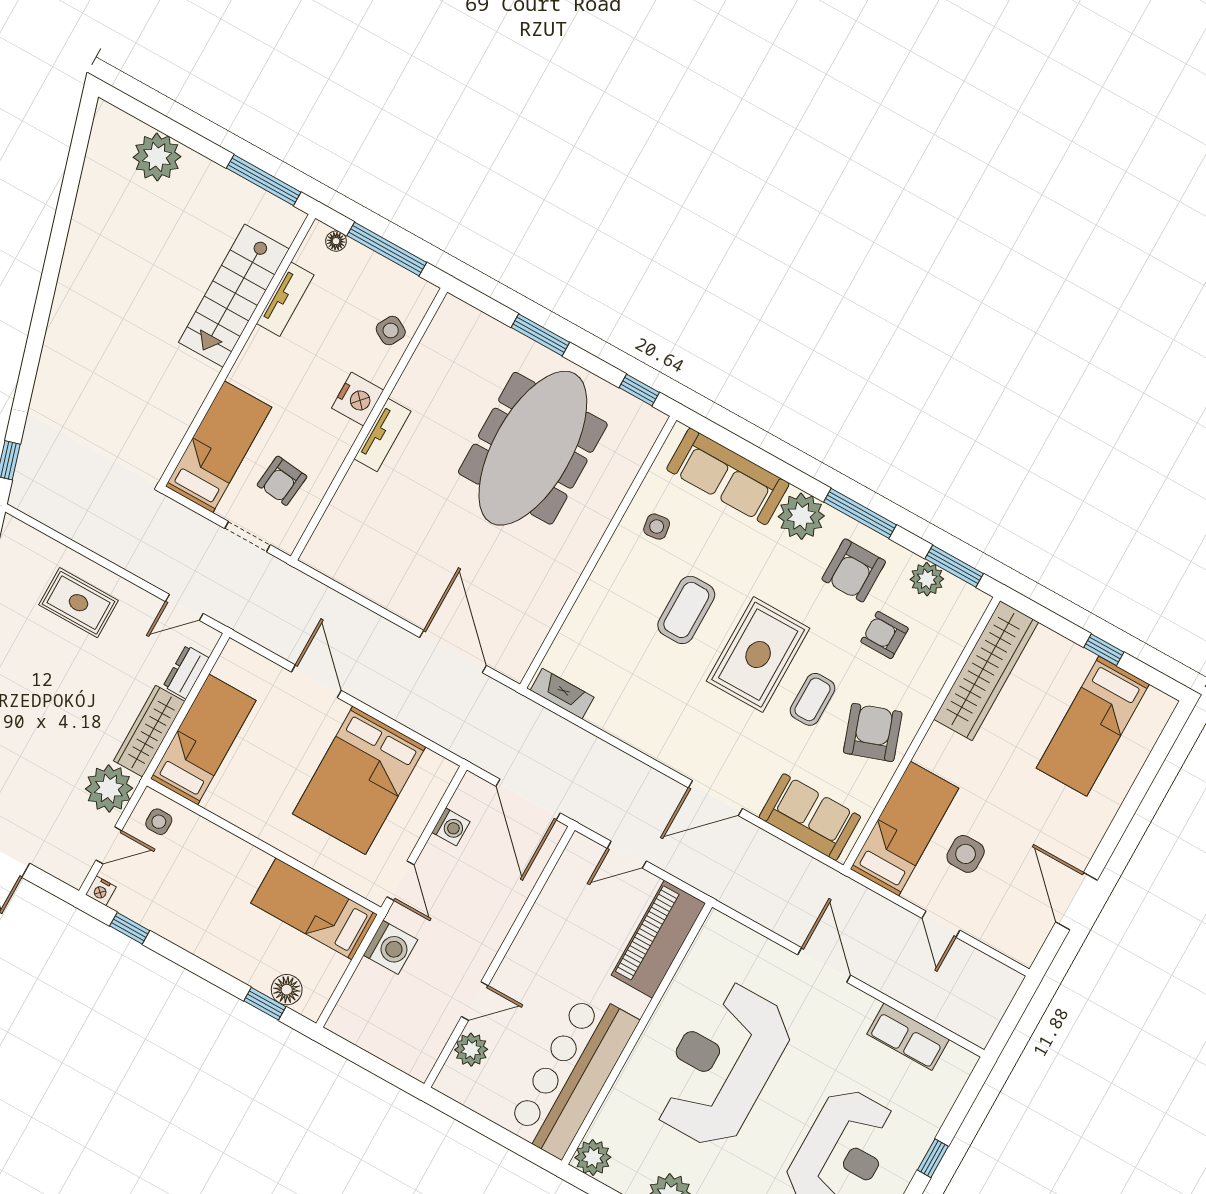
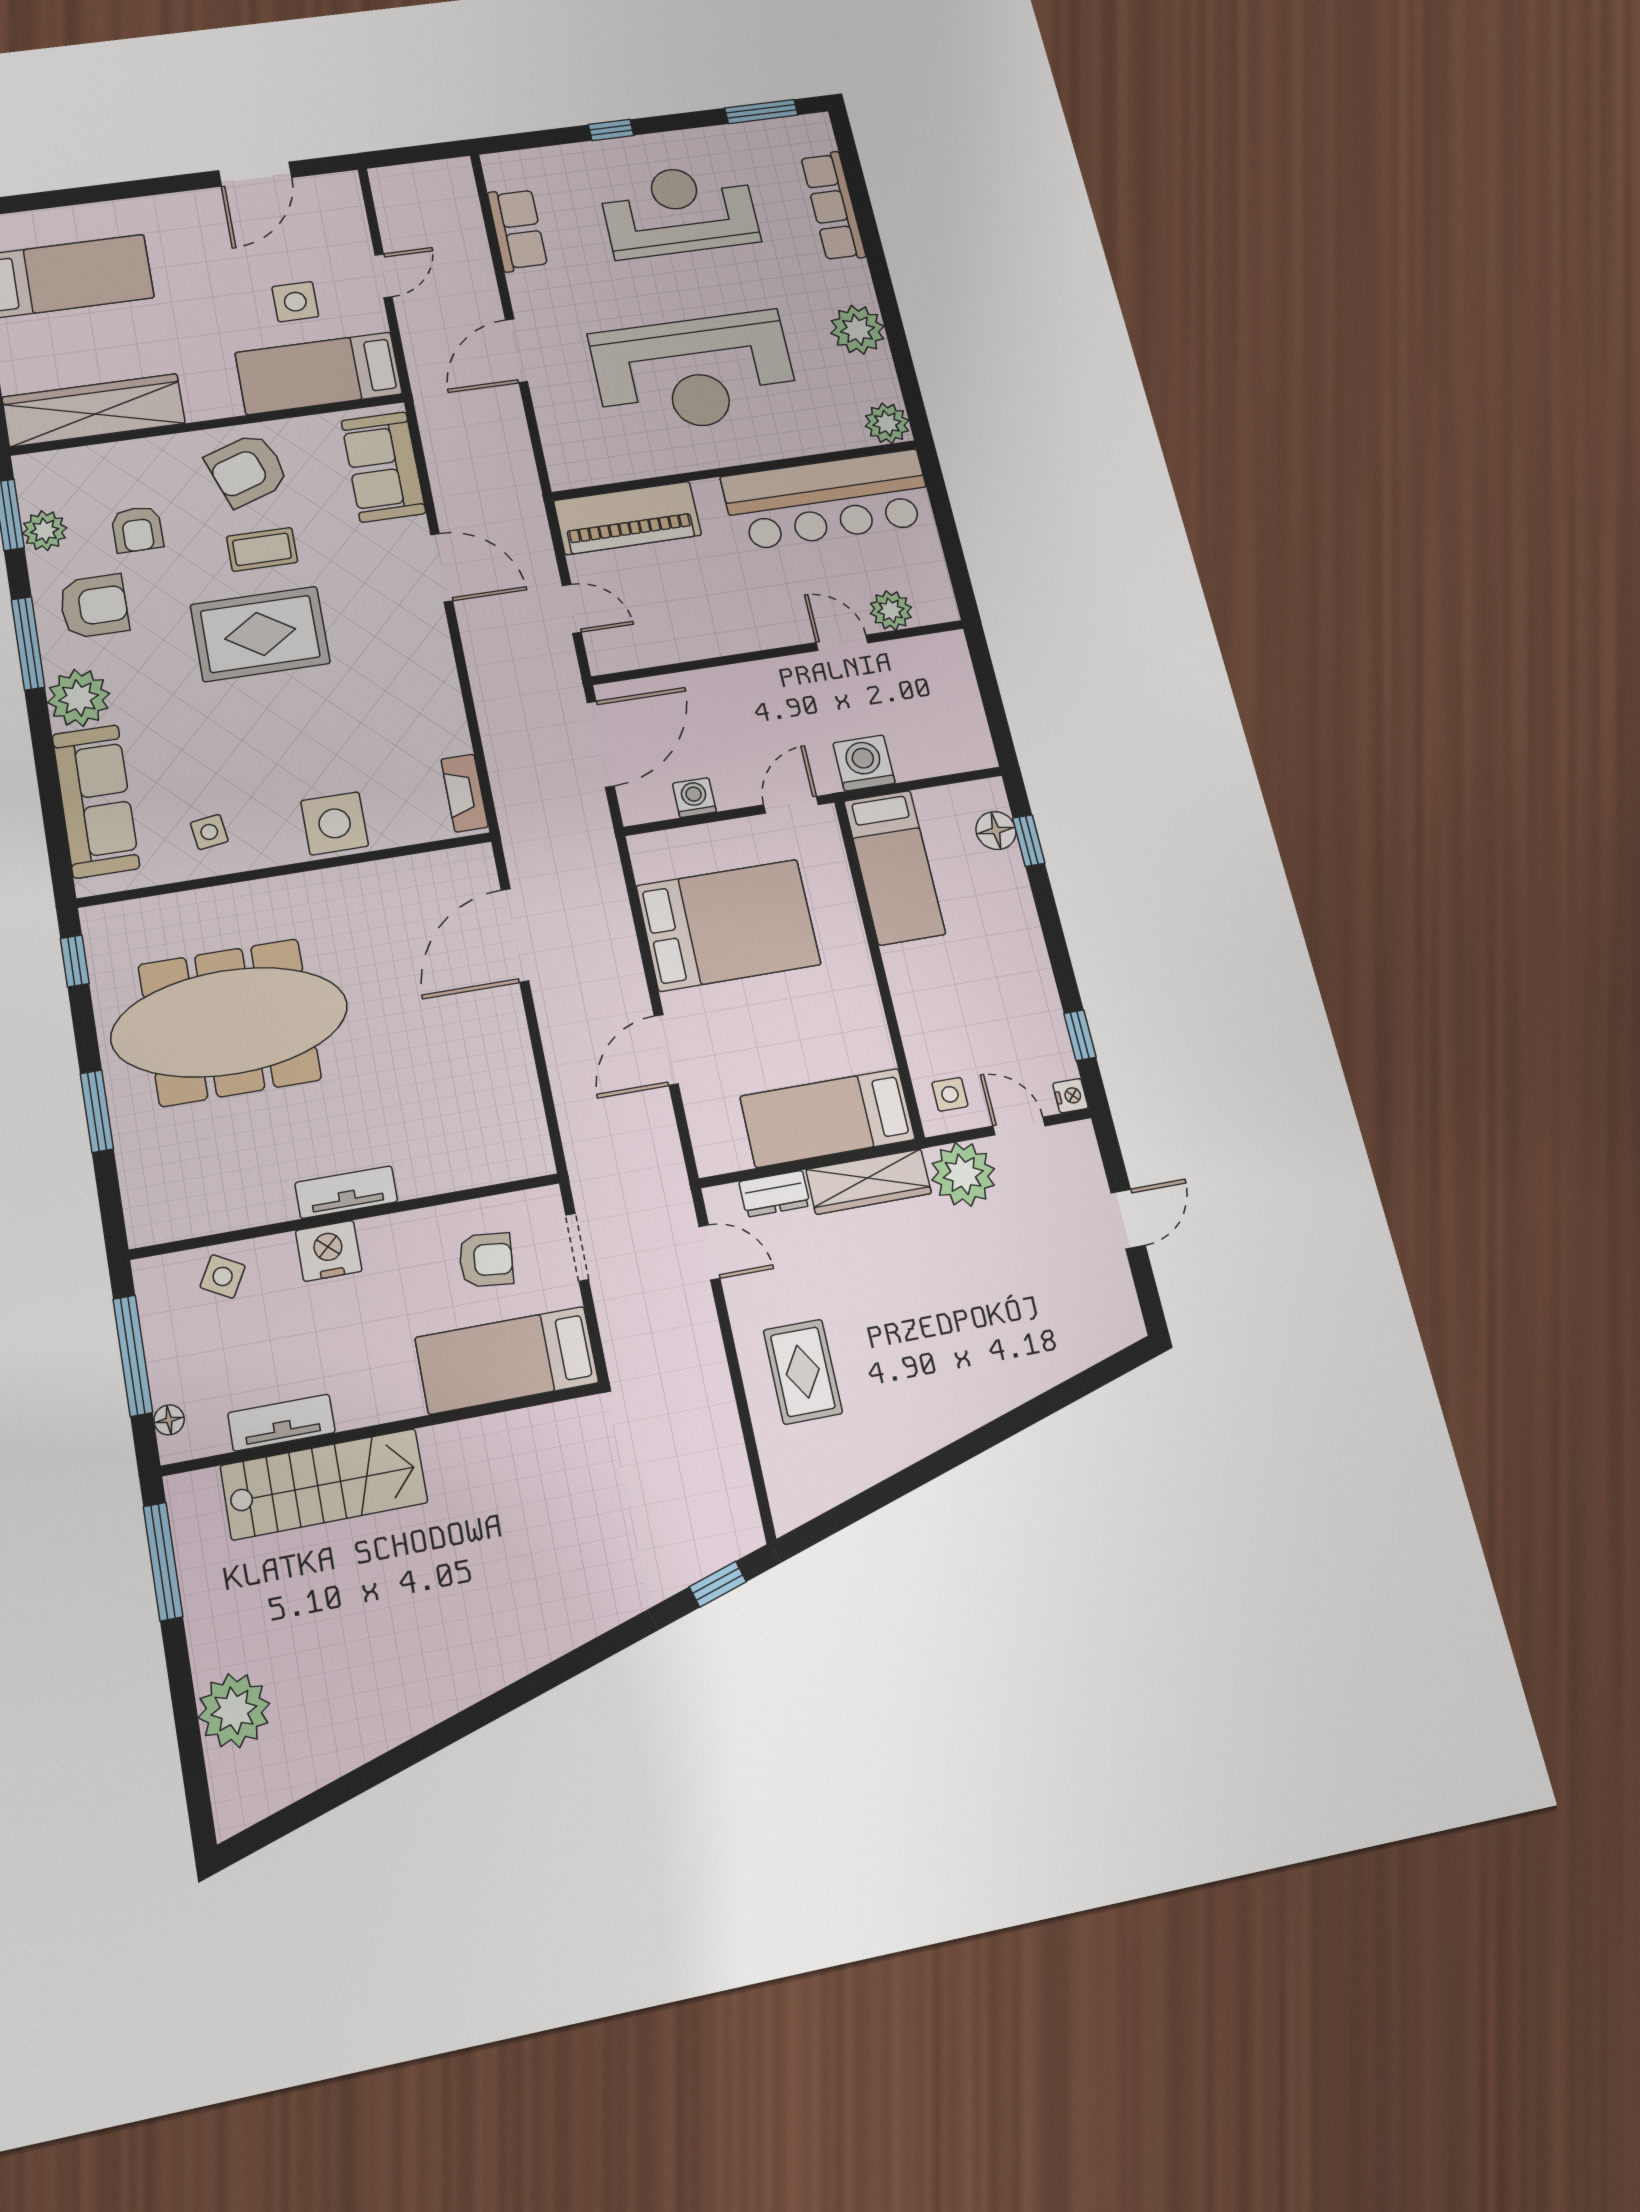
side table: (604, 603) -> (335, 823), added
coffee table: (686, 610) -> (273, 737), removed

